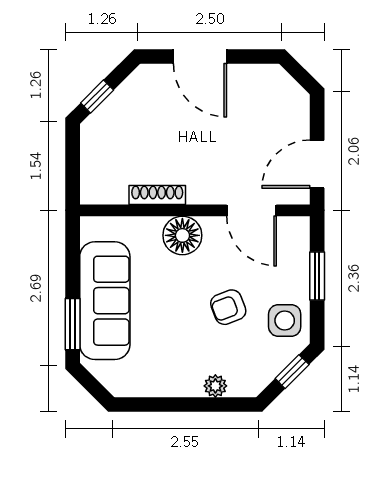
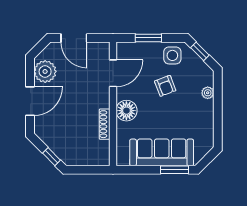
plant: (255, 84) -> (45, 71), added
door: (317, 164) -> (74, 38), moved

